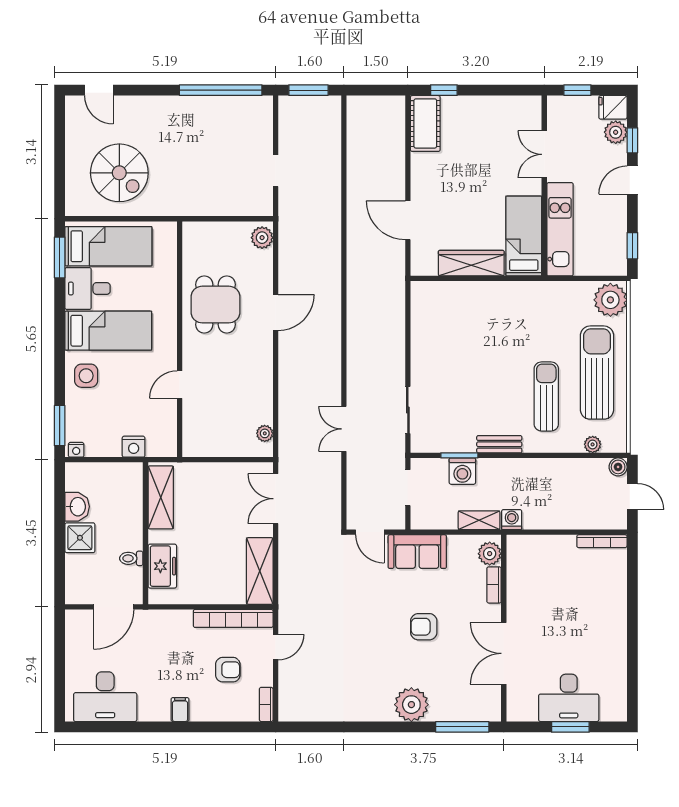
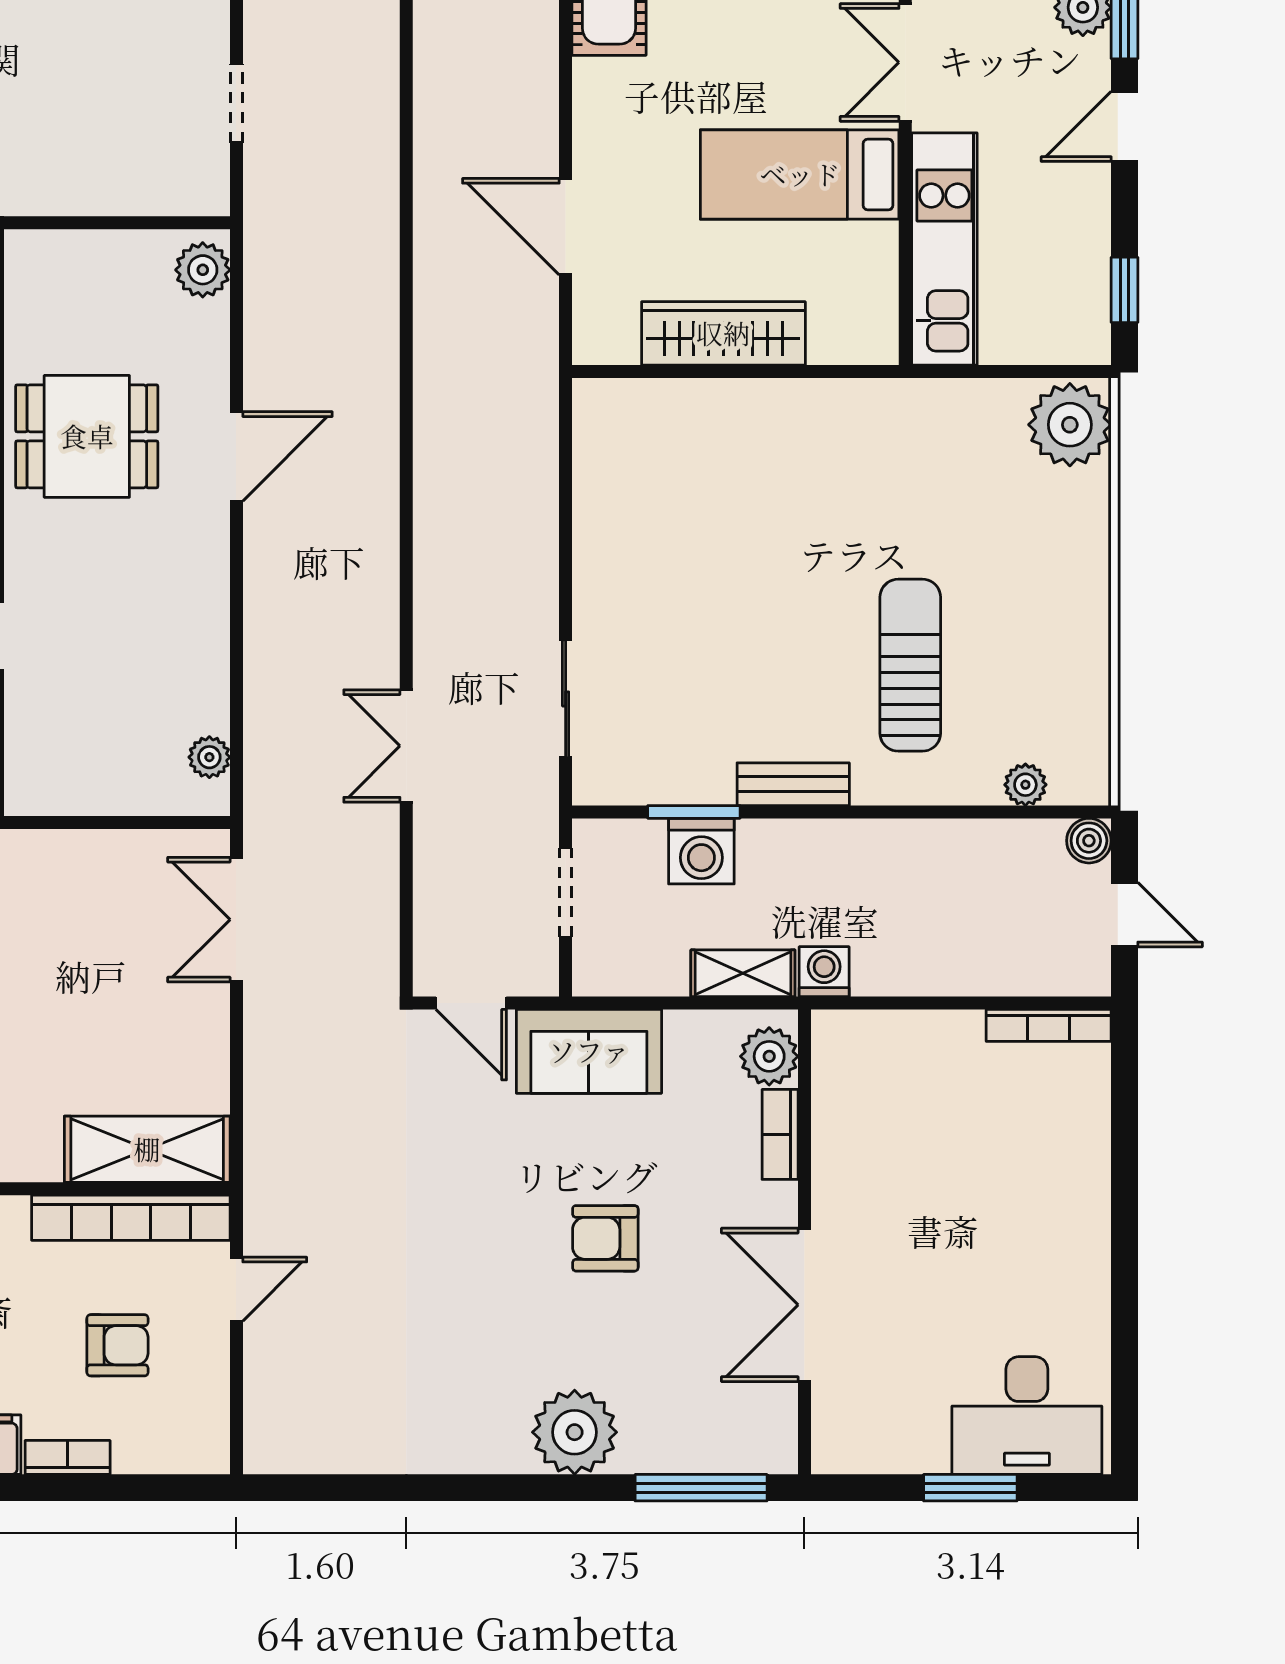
bed: (524, 236) -> (800, 174), moved, turned -90
dining table: (216, 305) -> (87, 436), turned 90
sun lounger: (597, 373) -> (1036, 606), removed
shelving: (260, 571) -> (147, 1149), moved, turned 90
desk: (569, 698) -> (1027, 1416), moved
bookcase: (266, 704) -> (68, 1457), moved, turned 90

